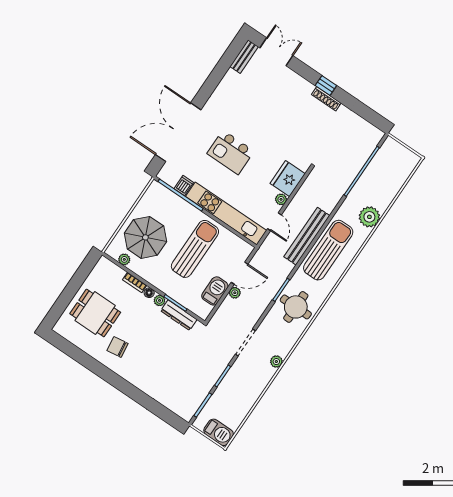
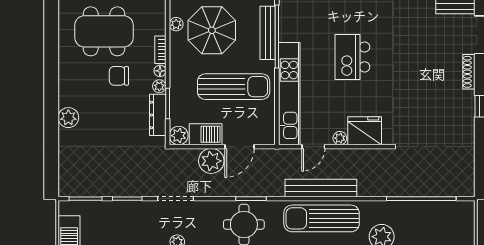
shoe rack: (326, 99) -> (469, 72), moved
dishwasher: (184, 186) -> (288, 33), removed
bench: (174, 200) -> (268, 33), added
sun lounger: (328, 250) -> (322, 218), turned 180
door: (239, 273) -> (240, 147), hinge flipped
plant: (235, 293) -> (211, 161), width x1.87, depth x1.87
plant: (203, 310) -> (179, 136), added
dining table: (95, 313) -> (104, 31), width x1.37
chair: (118, 347) -> (119, 76), moved, turned -82
plant: (138, 379) -> (68, 118), added

